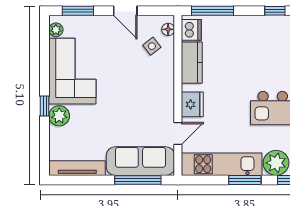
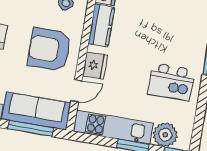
armchair: (143, 96) -> (49, 50), added

